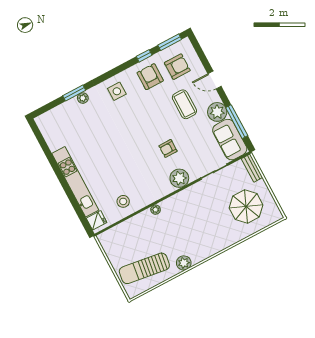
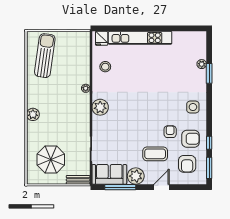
plant: (83, 98) -> (202, 64), moved
armchair: (168, 148) -> (170, 132), moved
plant: (179, 178) -> (100, 107), moved
plant: (184, 263) -> (33, 114), moved

